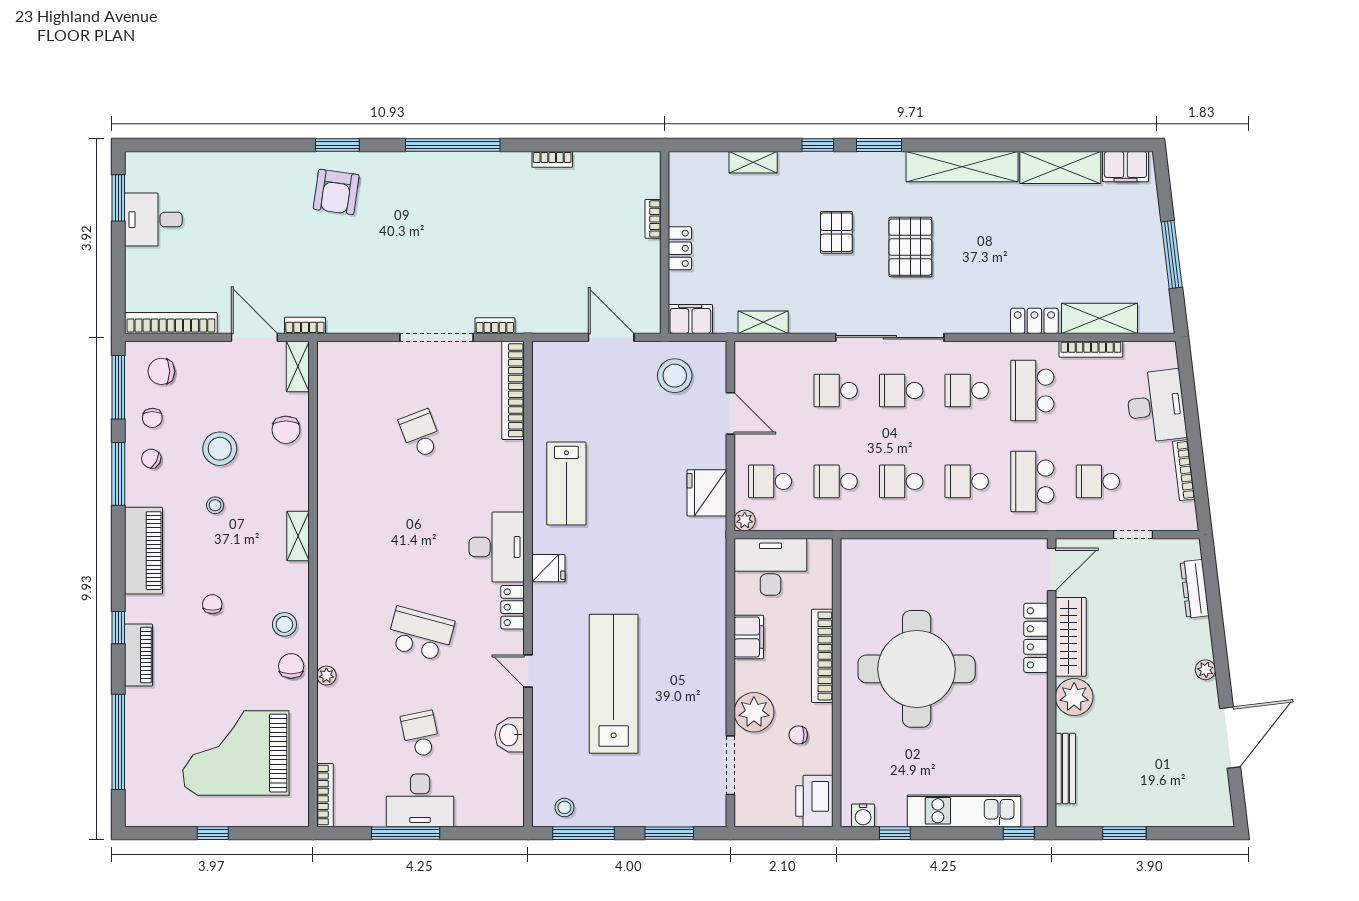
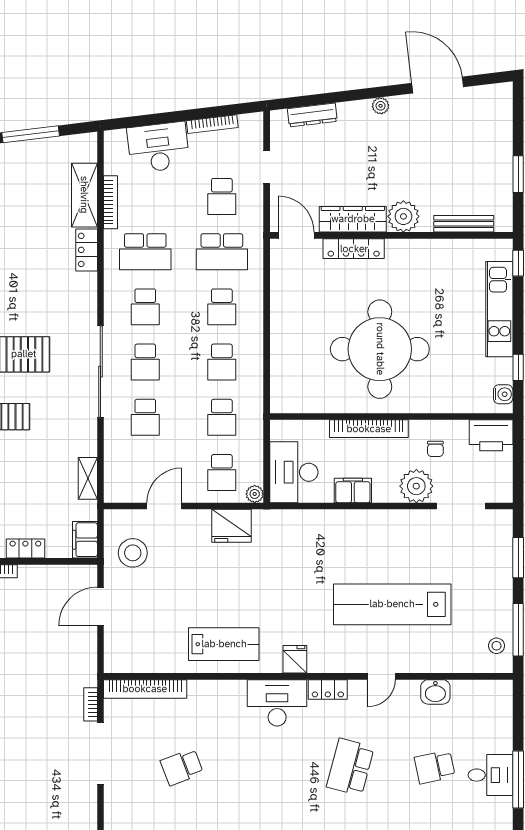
desk: (420, 800) -> (490, 775), width x0.73

